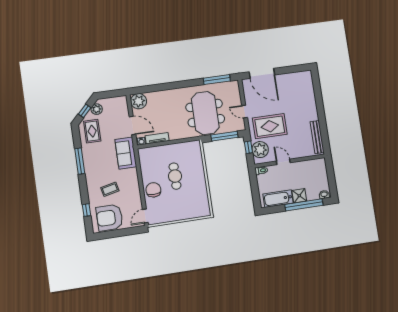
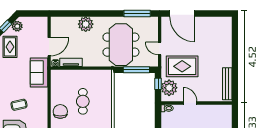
plant: (139, 101) -> (86, 24), moved
door: (132, 125) -> (49, 47), hinge flipped

